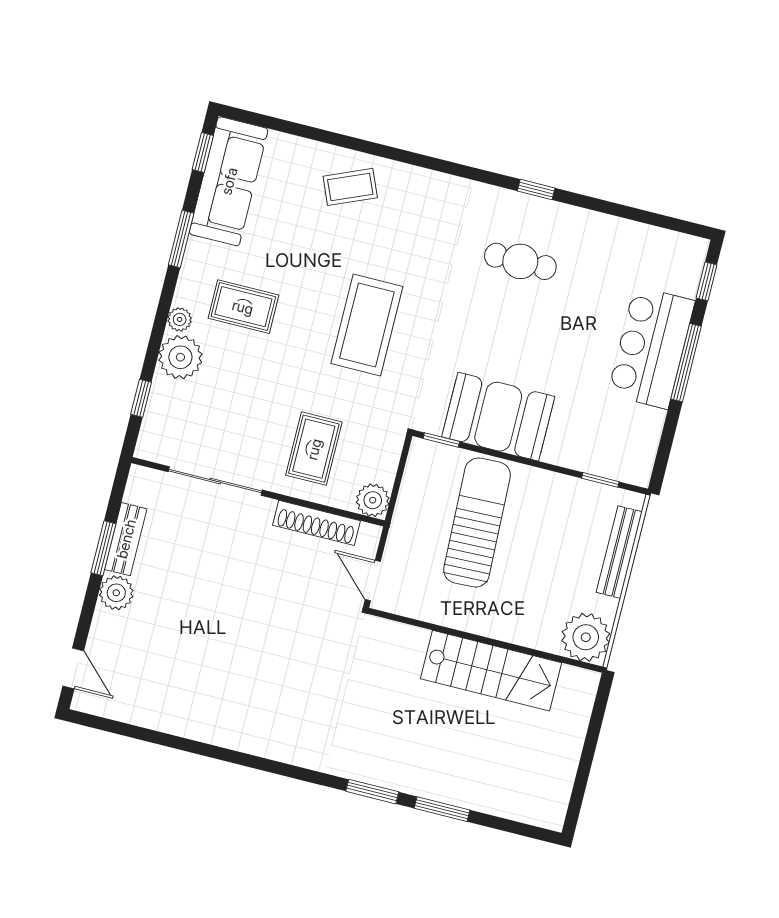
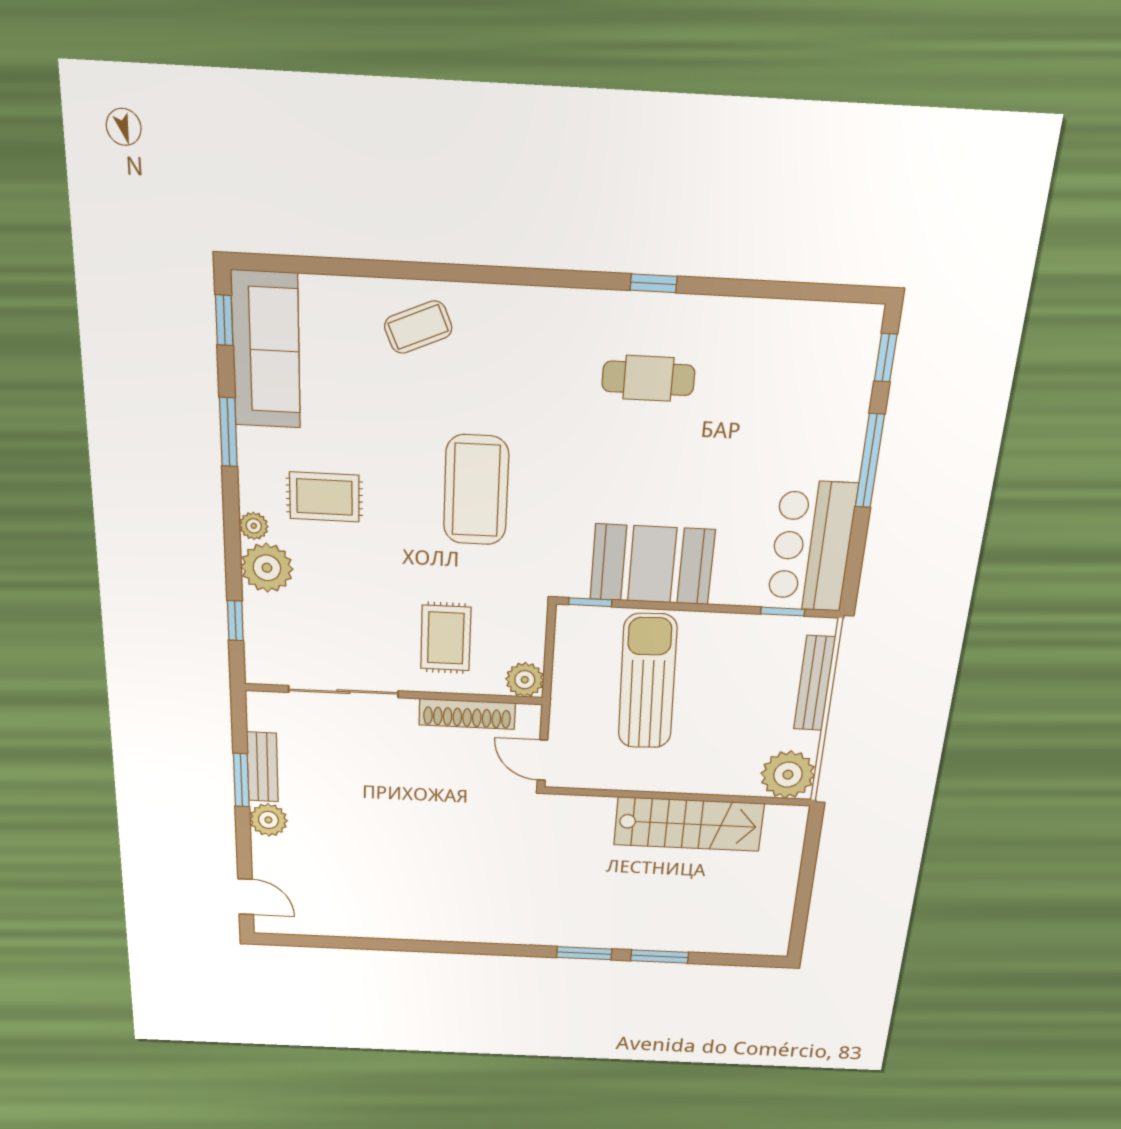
bar counter: (651, 348) -> (812, 546), moved

